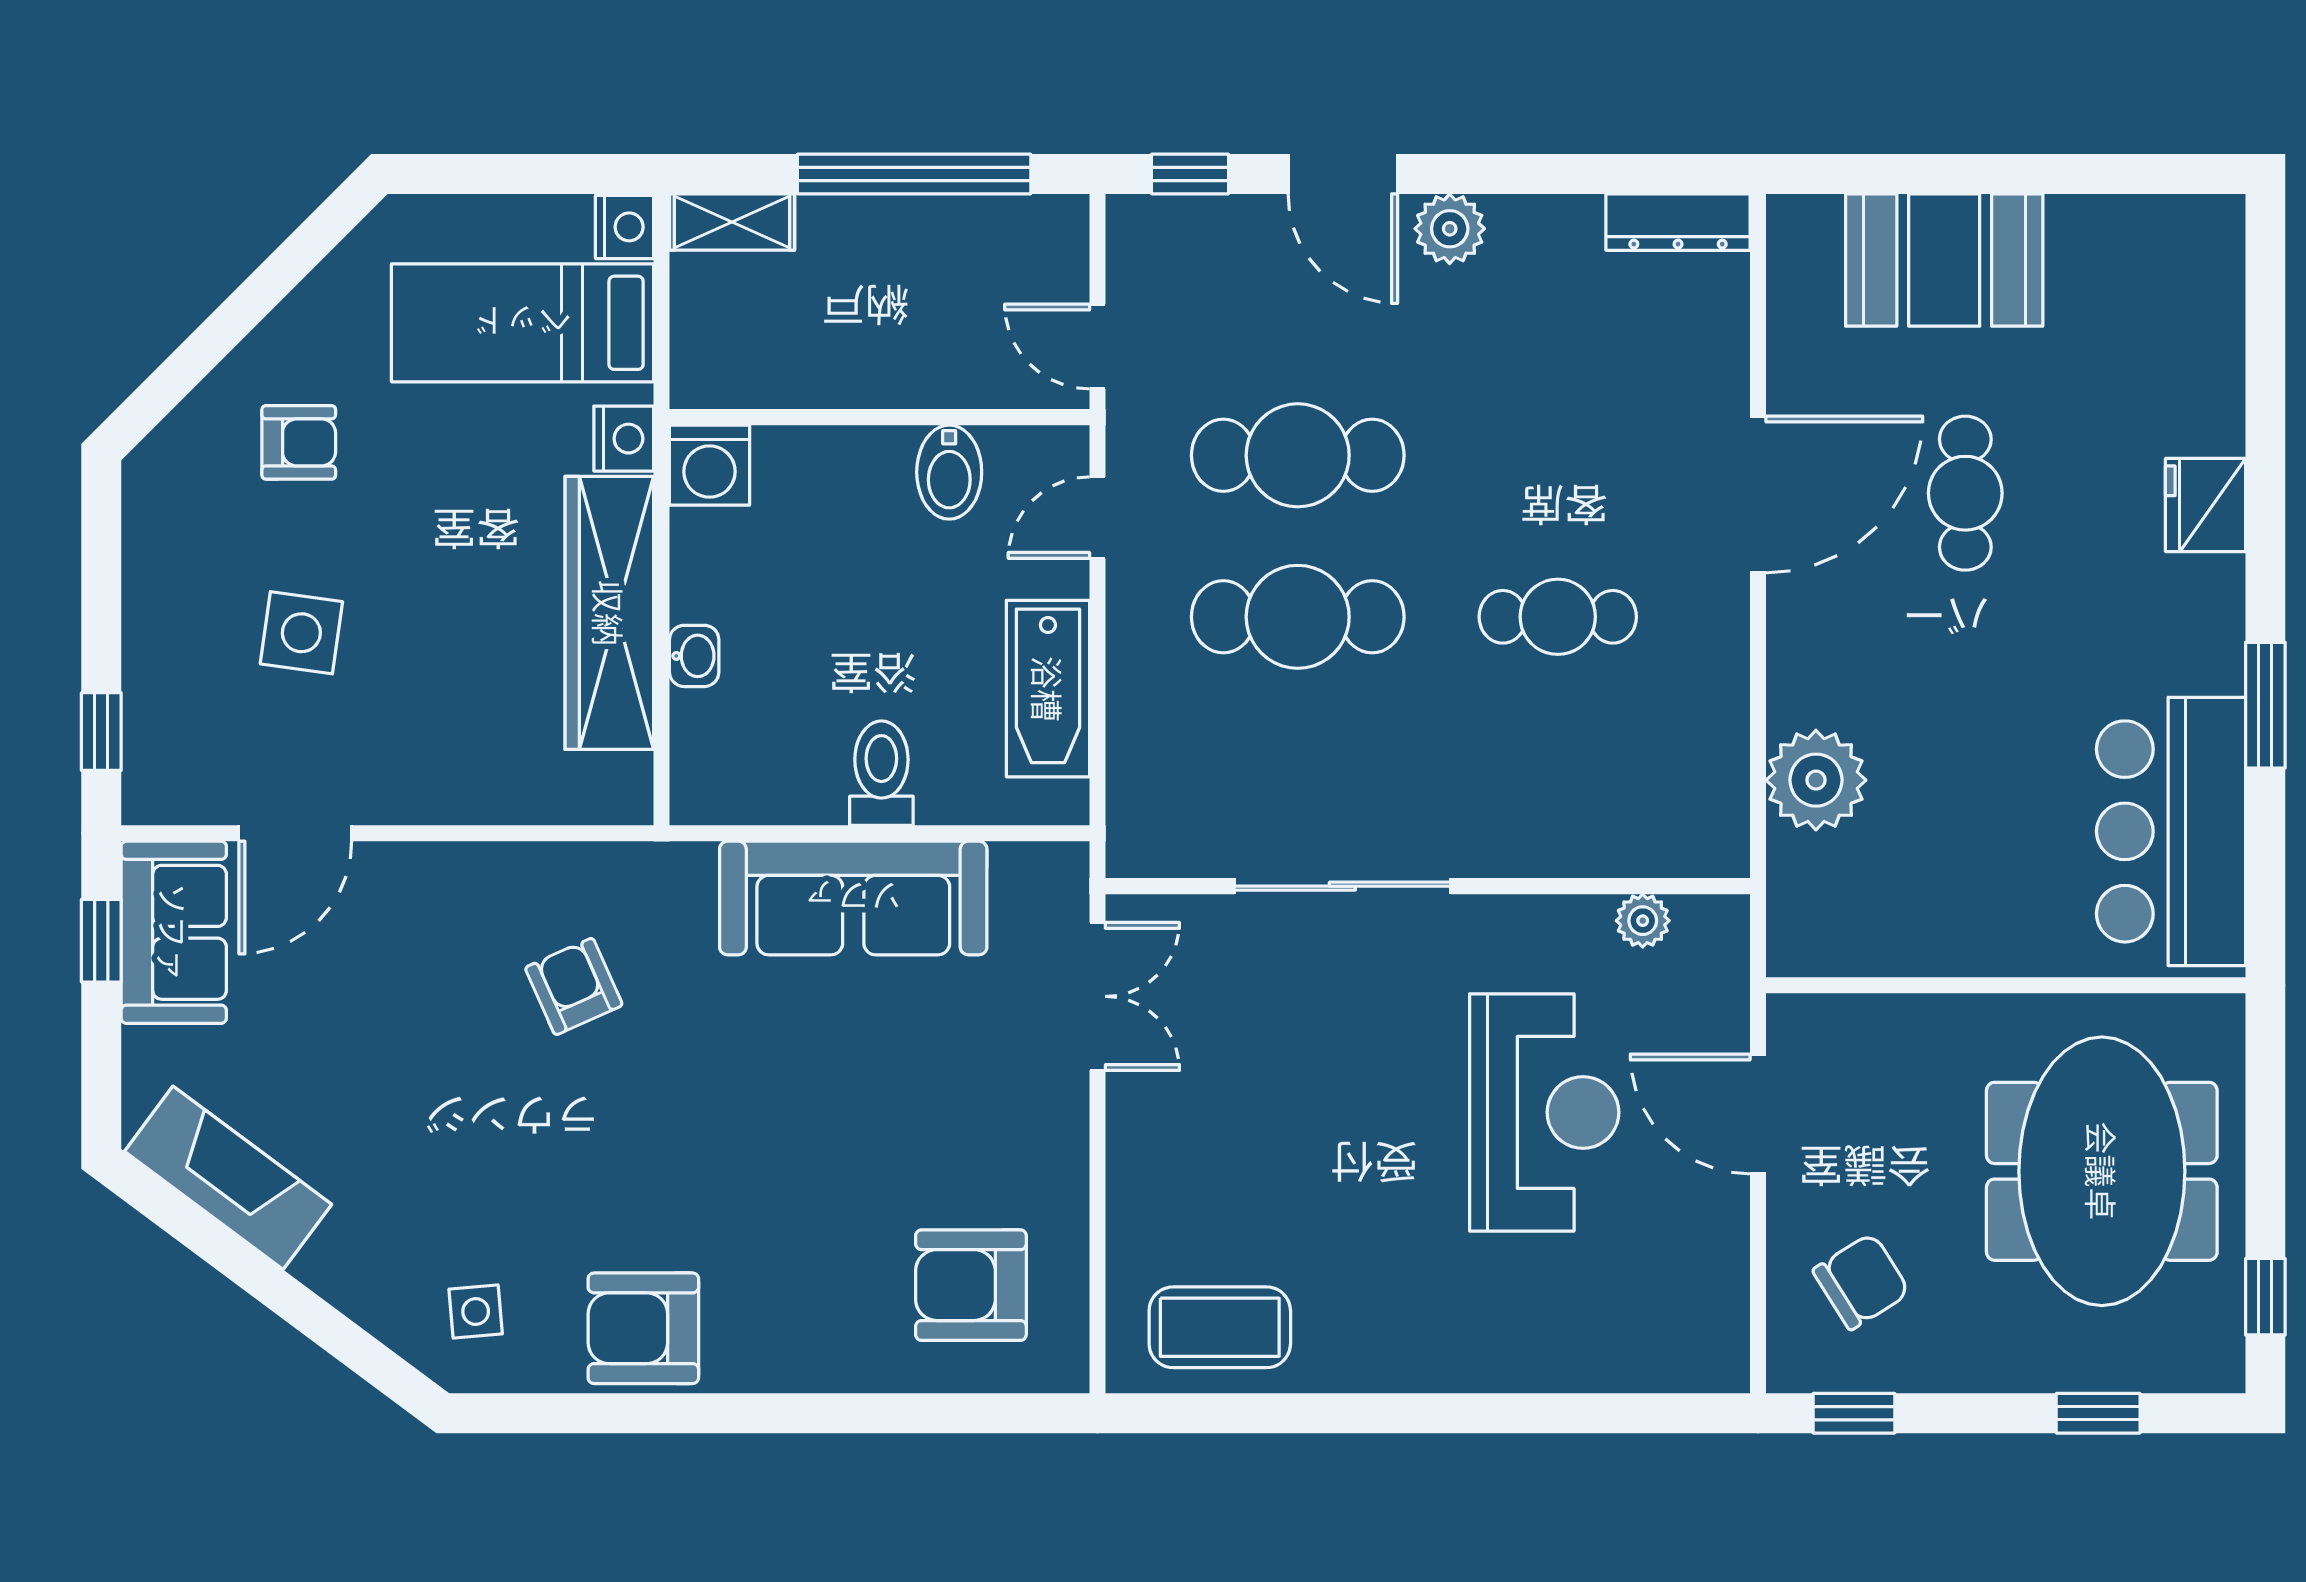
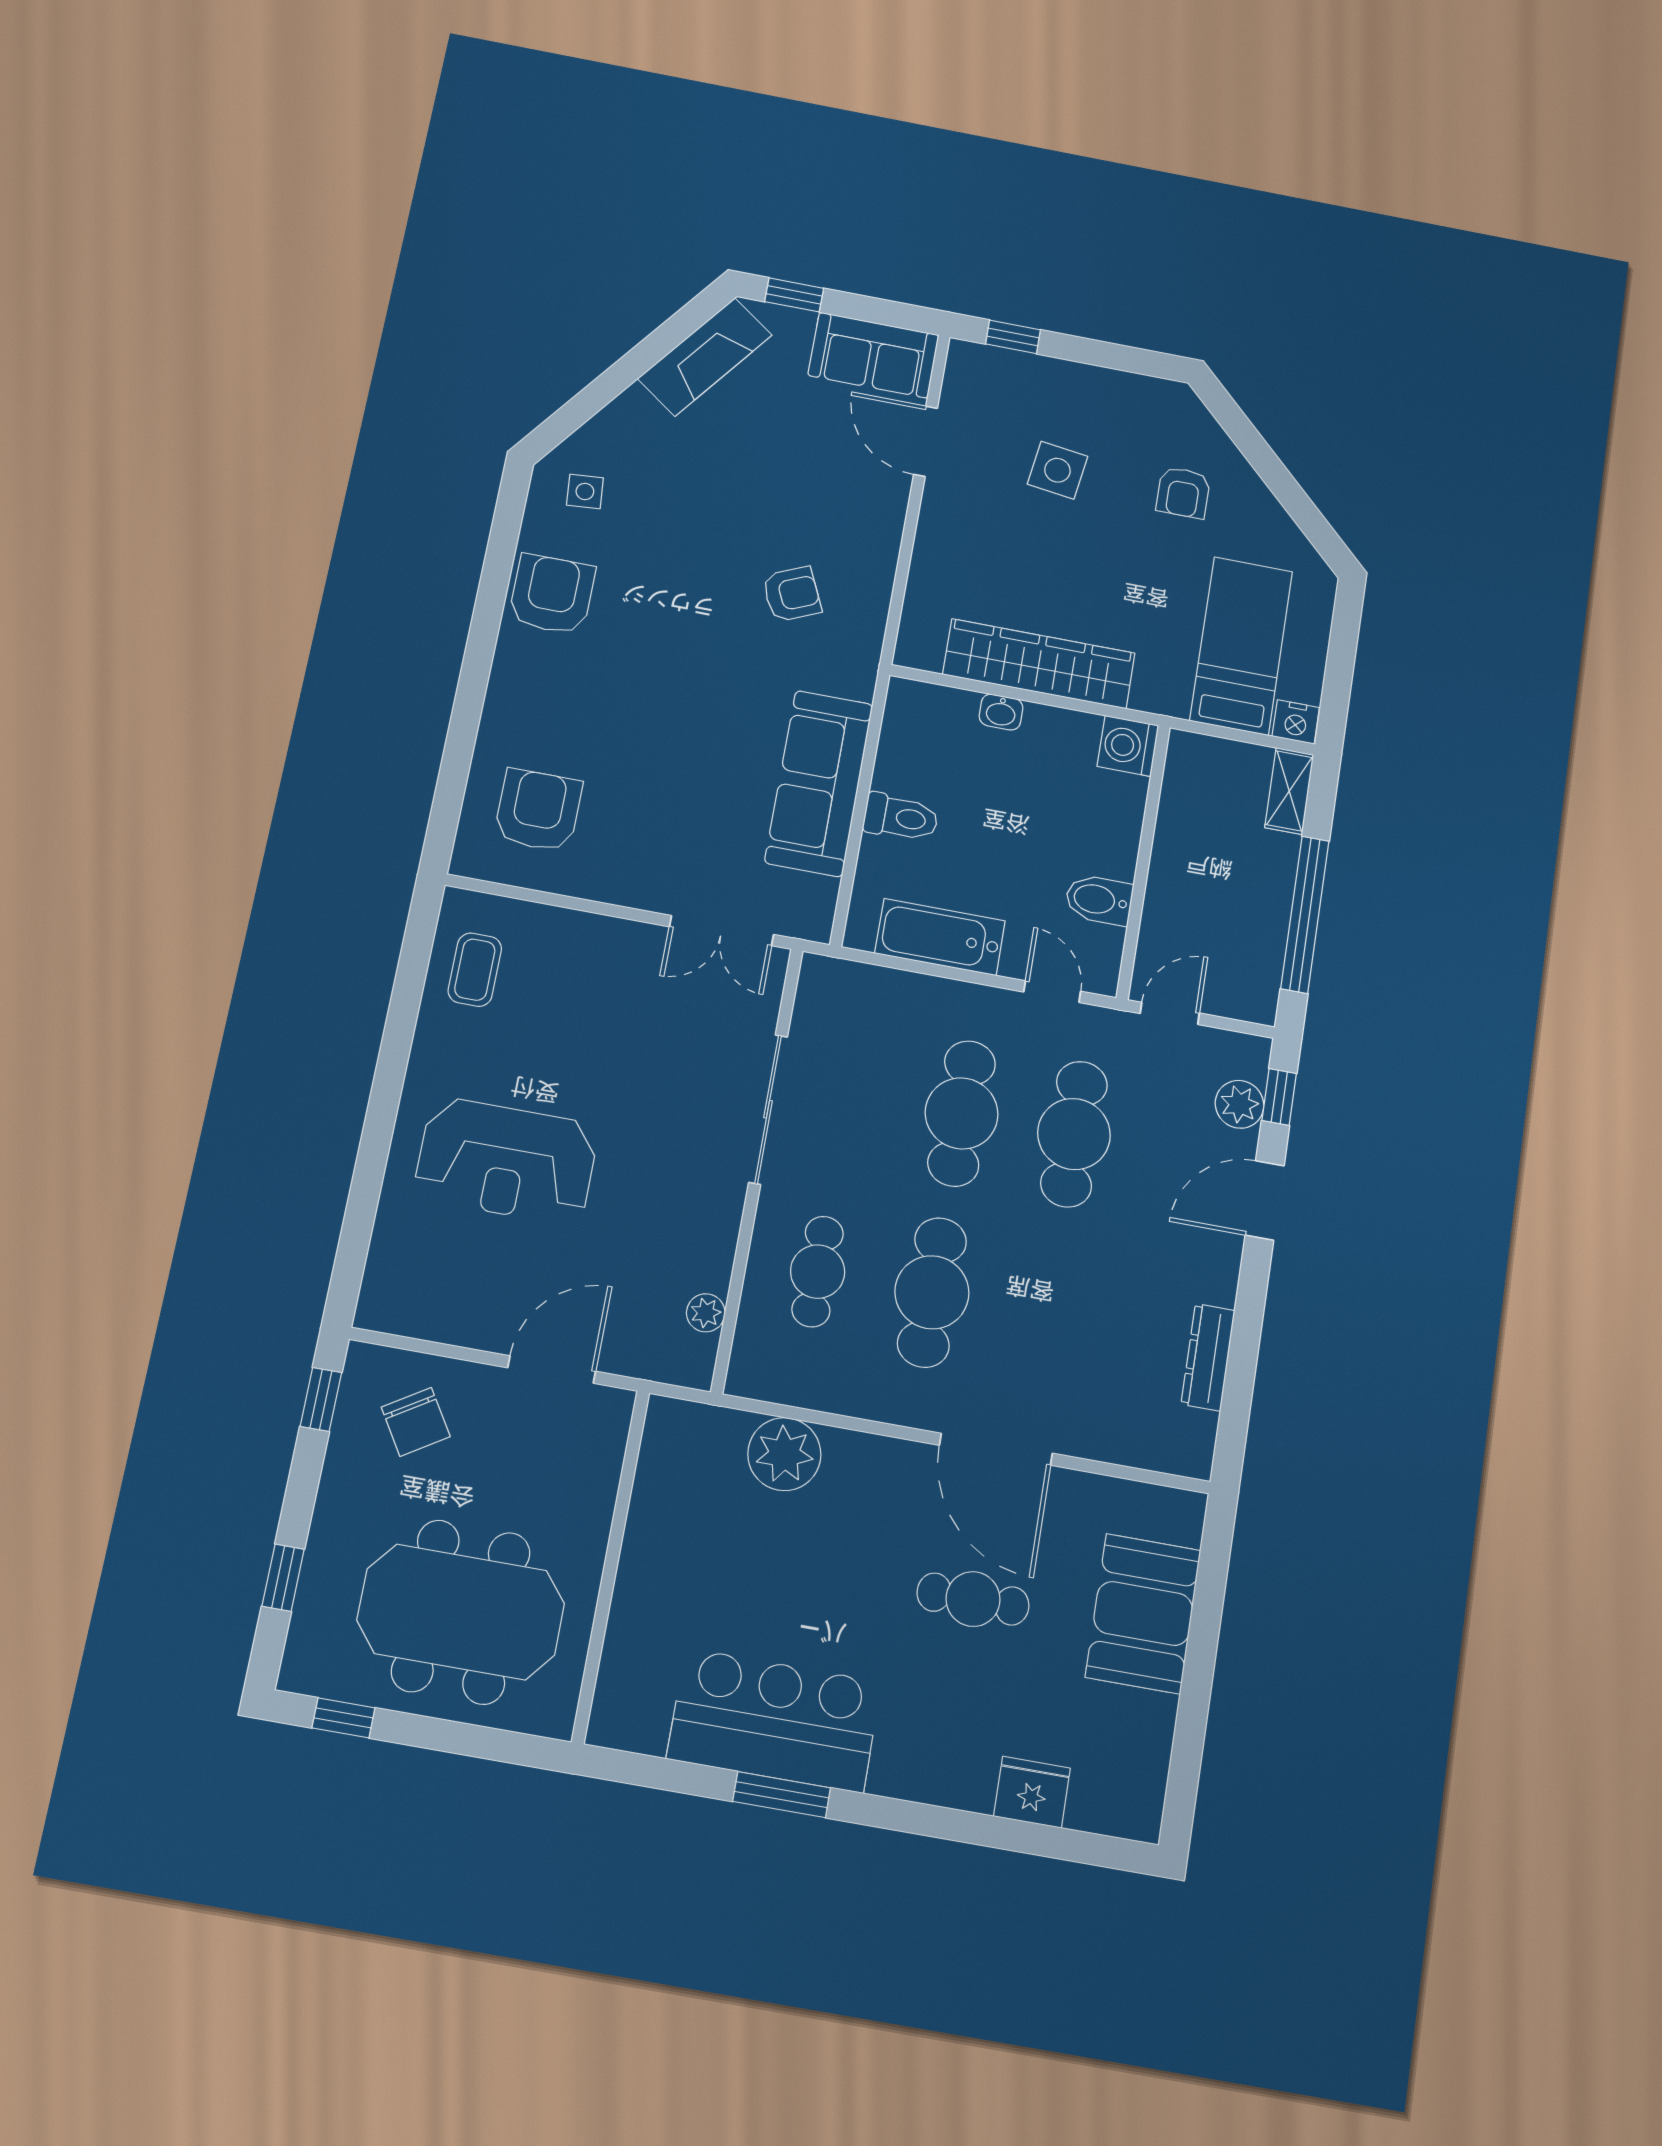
dresser: (1678, 222) -> (1208, 1357), moved
plant: (1450, 229) -> (1240, 1104), moved
nightstand: (624, 439) -> (1154, 695), removed
fridge: (2205, 505) -> (1032, 1792), moved
cafe table: (1558, 617) -> (932, 1292), width x1.37, depth x1.35
cafe table: (1558, 778) -> (818, 1272), added
bar counter: (2171, 831) -> (774, 1720), moved
window: (101, 941) -> (794, 295), moved
reception desk: (1544, 1112) -> (506, 1161), moved
coffee table: (1220, 1327) -> (475, 970), width x0.73, depth x0.77

